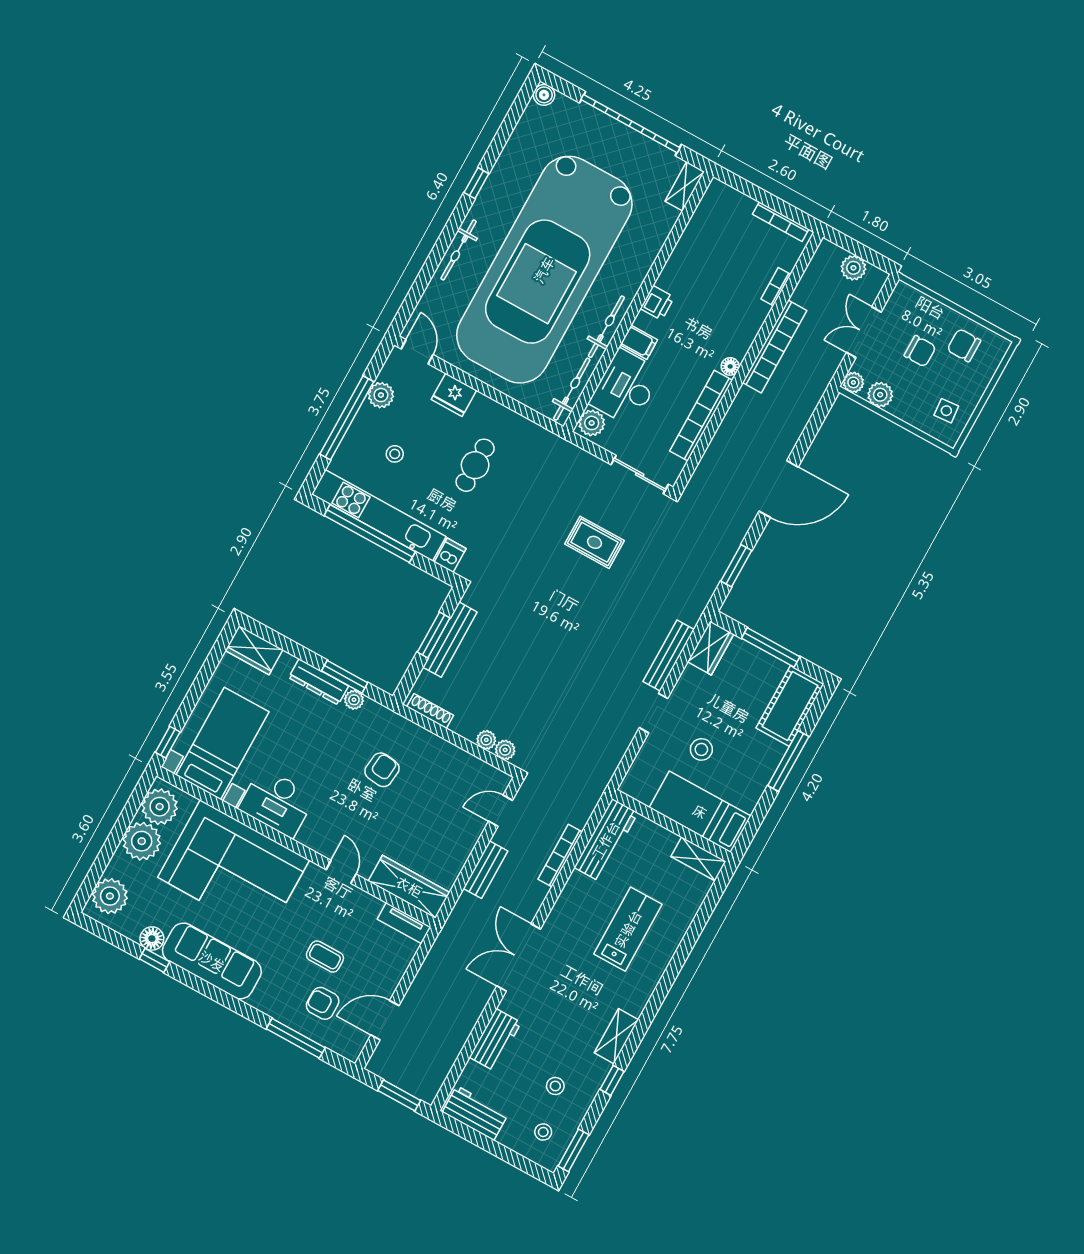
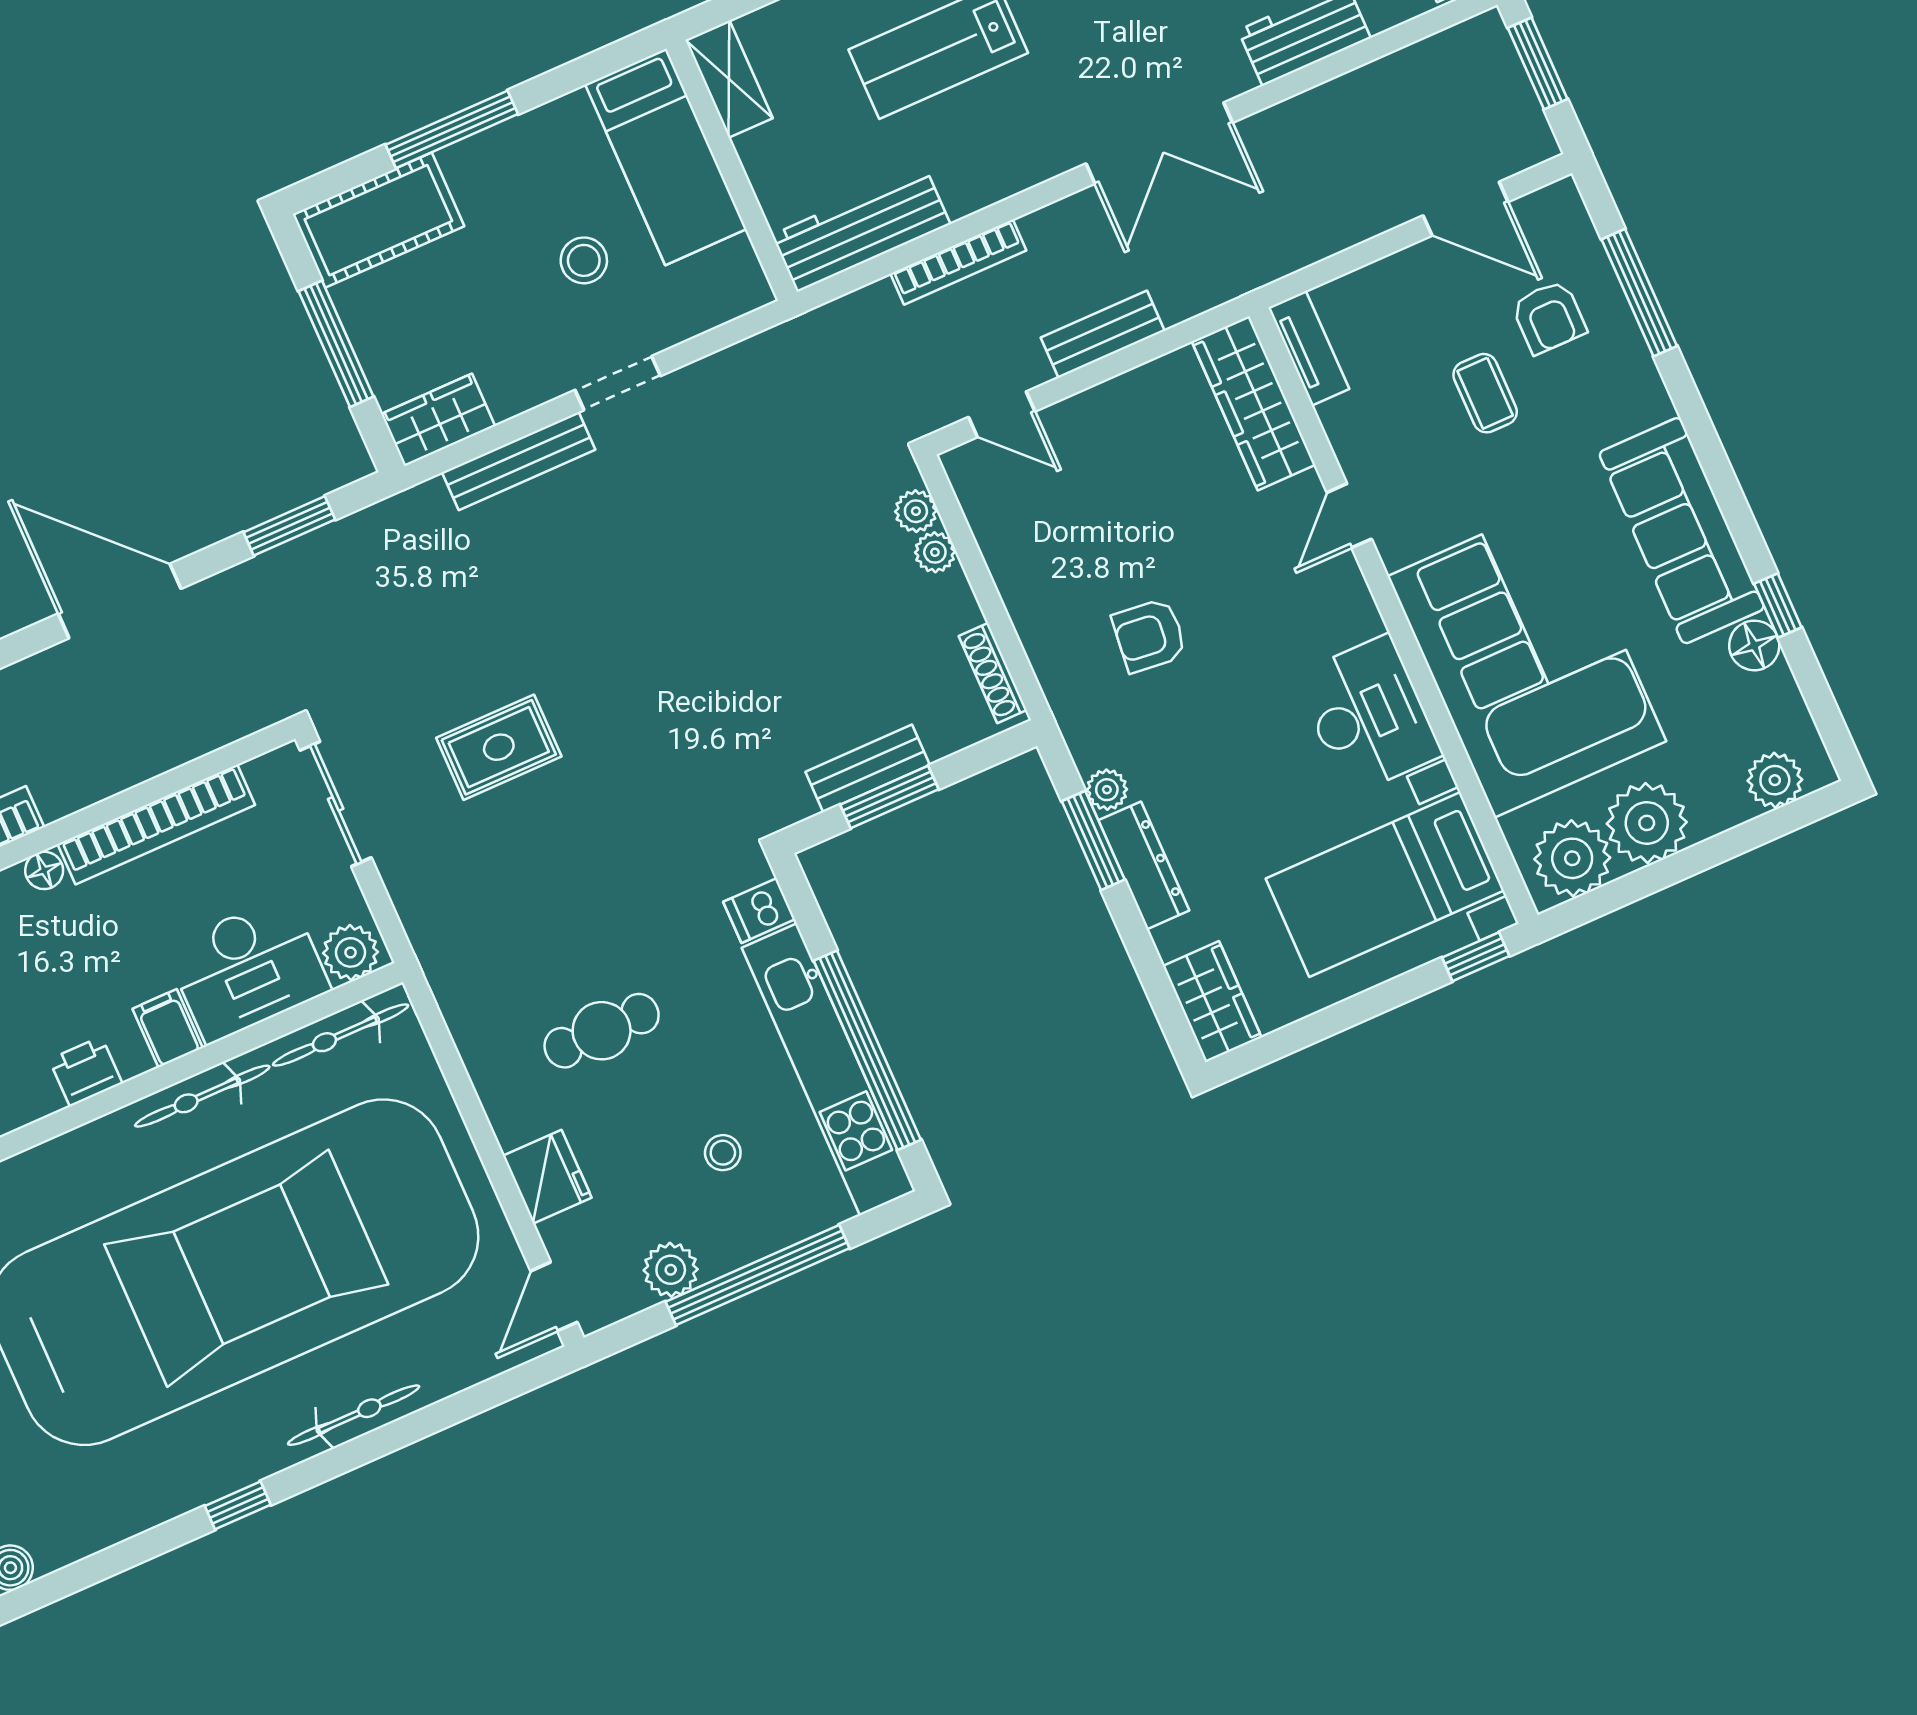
rug: (594, 542) -> (499, 747), turned 90
bench: (450, 640) -> (868, 768), width x0.73
plant: (110, 896) -> (1775, 780), width x0.73, depth x0.73

